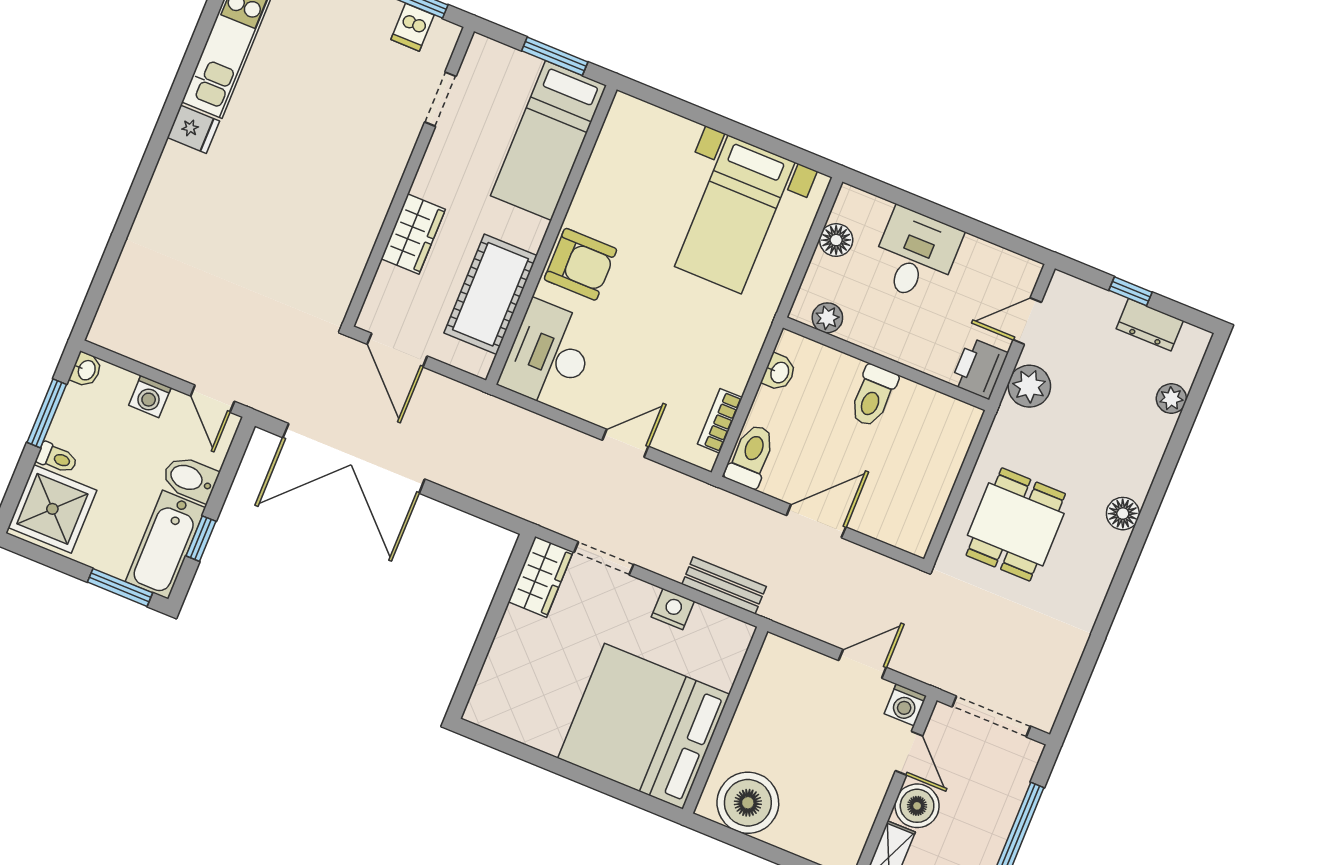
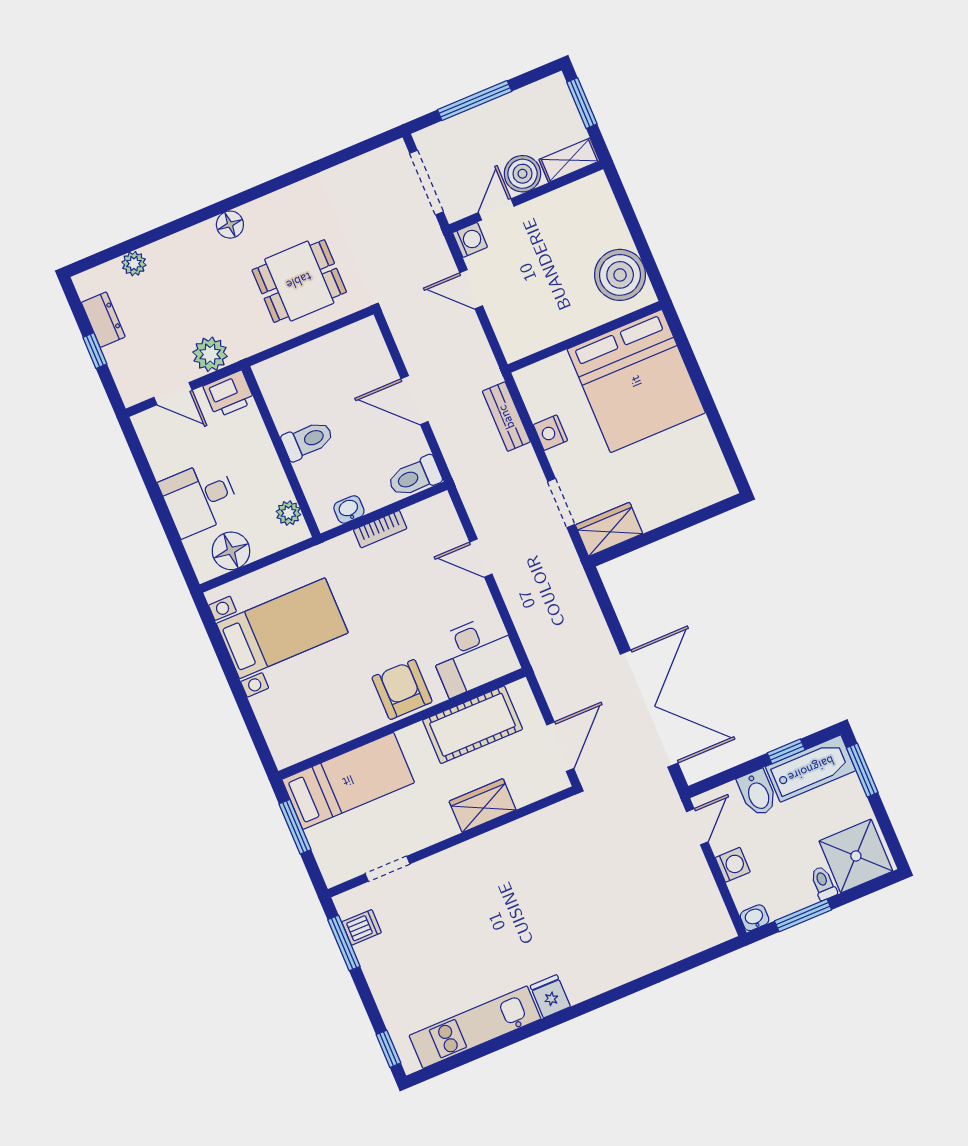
floor lamp: (836, 240) -> (231, 551), width x1.38, depth x1.38
bookcase: (720, 421) -> (380, 529), moved

